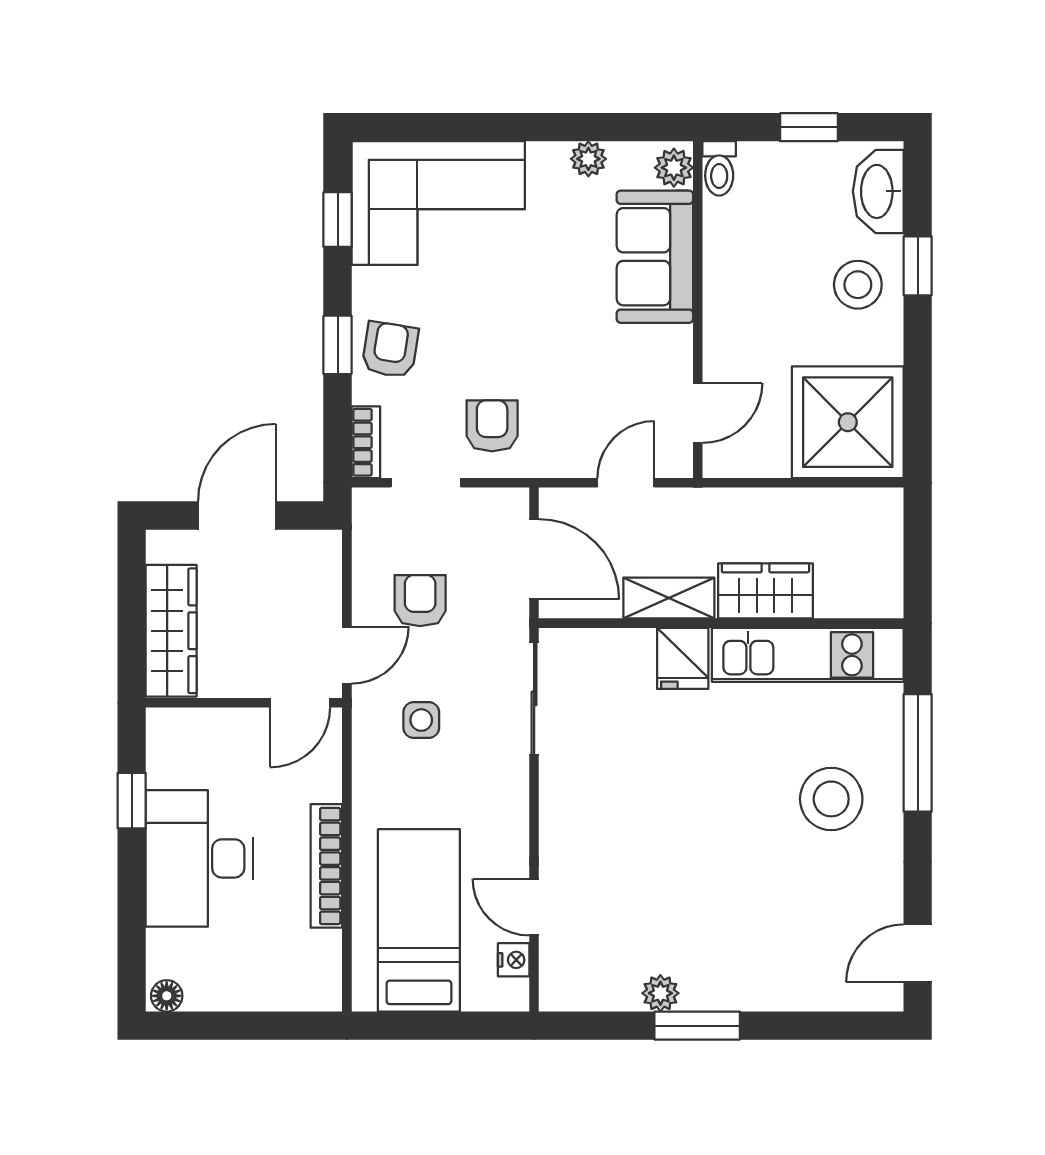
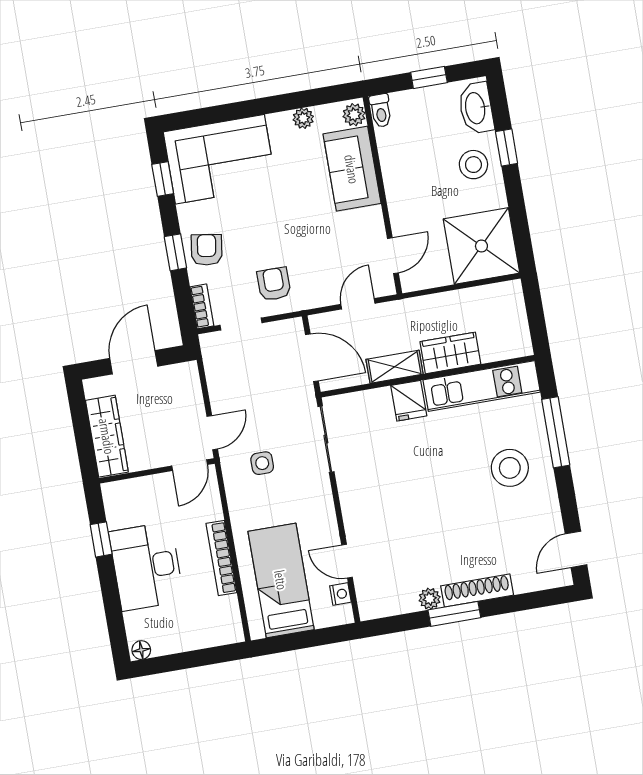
armchair: (420, 601) -> (249, 393), removed
shoe rack: (742, 993) -> (477, 590), added

